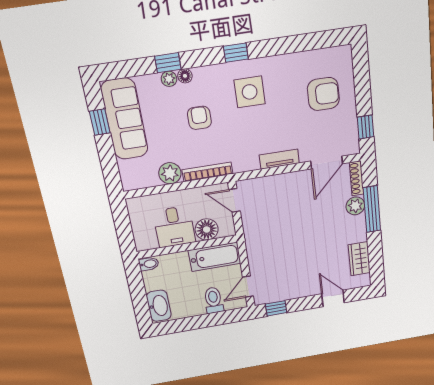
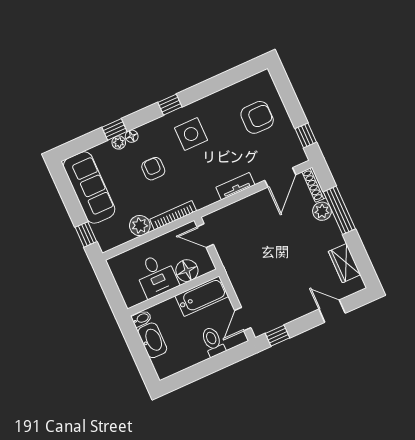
window: (100, 122) -> (86, 234), moved
washbasin: (159, 306) -> (152, 340), moved

